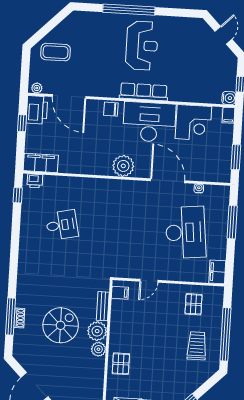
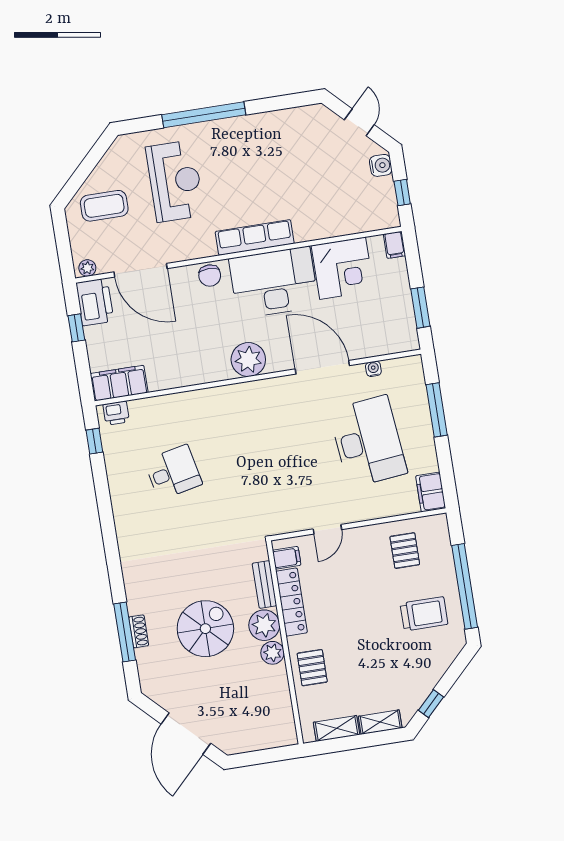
reception desk: (142, 46) -> (175, 181), moved
water cooler: (229, 98) -> (381, 165), moved
chair: (111, 109) -> (210, 276), turned -90
locker: (117, 321) -> (291, 602), added
trolley: (197, 346) -> (424, 614), turned 90

